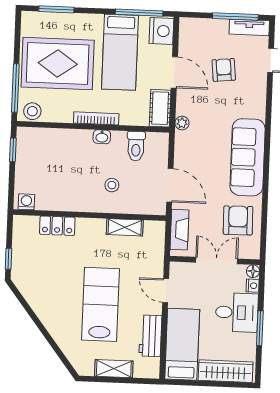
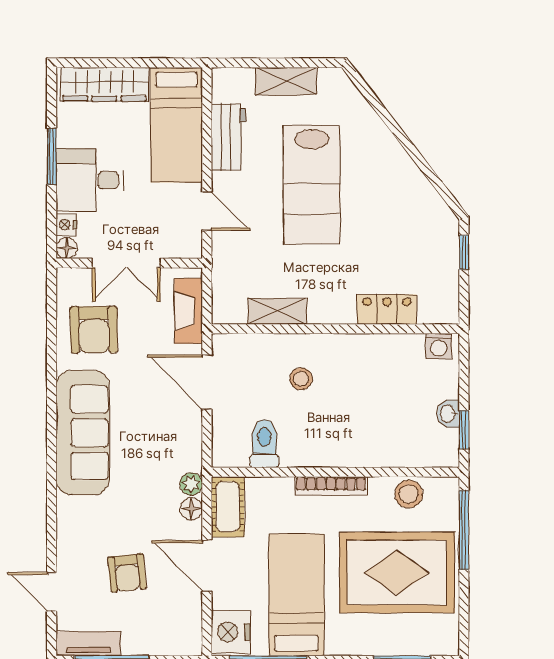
floor lamp: (183, 108) -> (191, 509), added
stool: (32, 111) -> (409, 494), moved
washbasin: (102, 137) -> (448, 414), moved, turned -90

